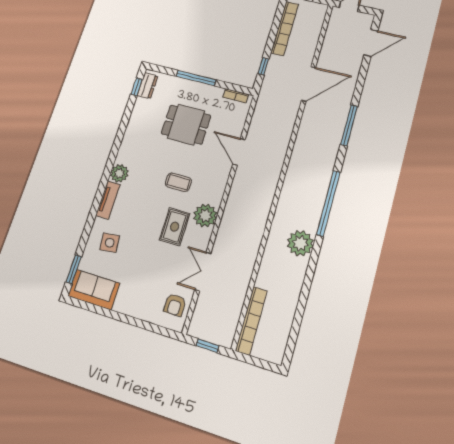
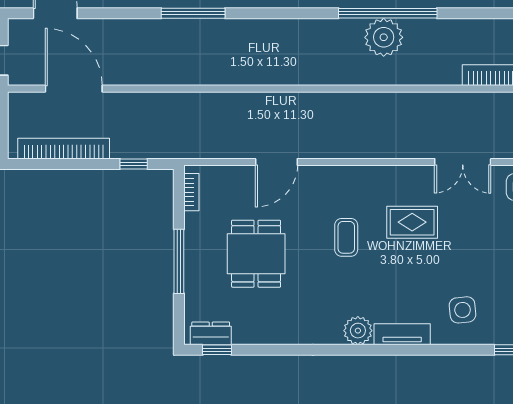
door: (309, 84) -> (74, 89), moved
window: (328, 203) -> (388, 13), moved
plant: (205, 216) -> (384, 183), removed

